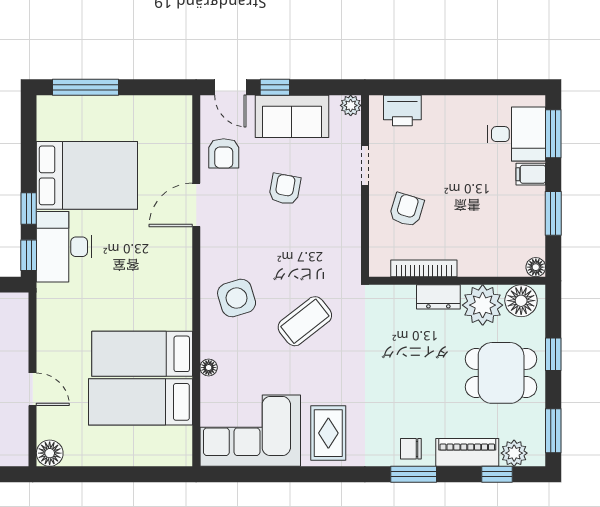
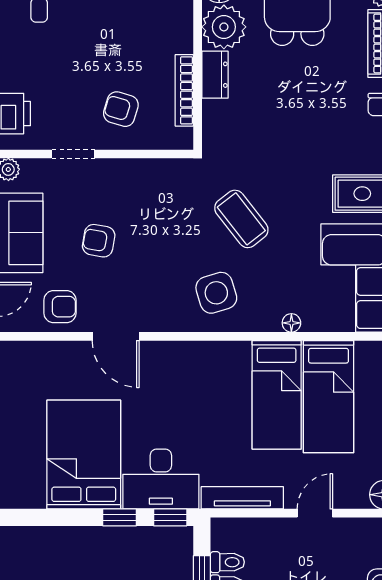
tv unit: (47, 322) -> (242, 498), added

